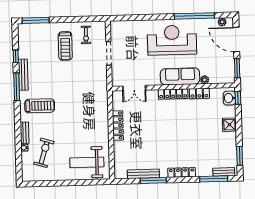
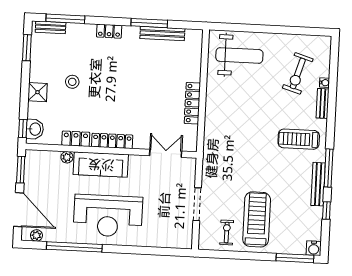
water cooler: (23, 28) -> (314, 248), added
treadmill: (65, 46) -> (257, 219), width x1.37, depth x1.38
stool: (205, 134) -> (72, 82), added
locker: (182, 172) -> (109, 31), width x0.66

